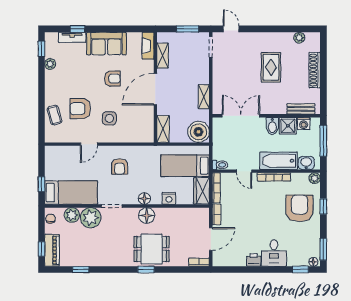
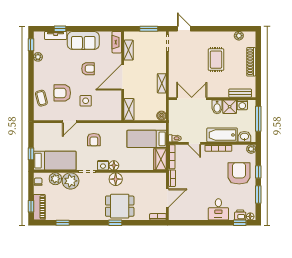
boiler: (199, 132) -> (162, 116), width x0.54, depth x0.54
nightstand: (169, 198) -> (103, 165), moved
window: (323, 249) -> (258, 194), moved
printer: (254, 260) -> (240, 215), moved

